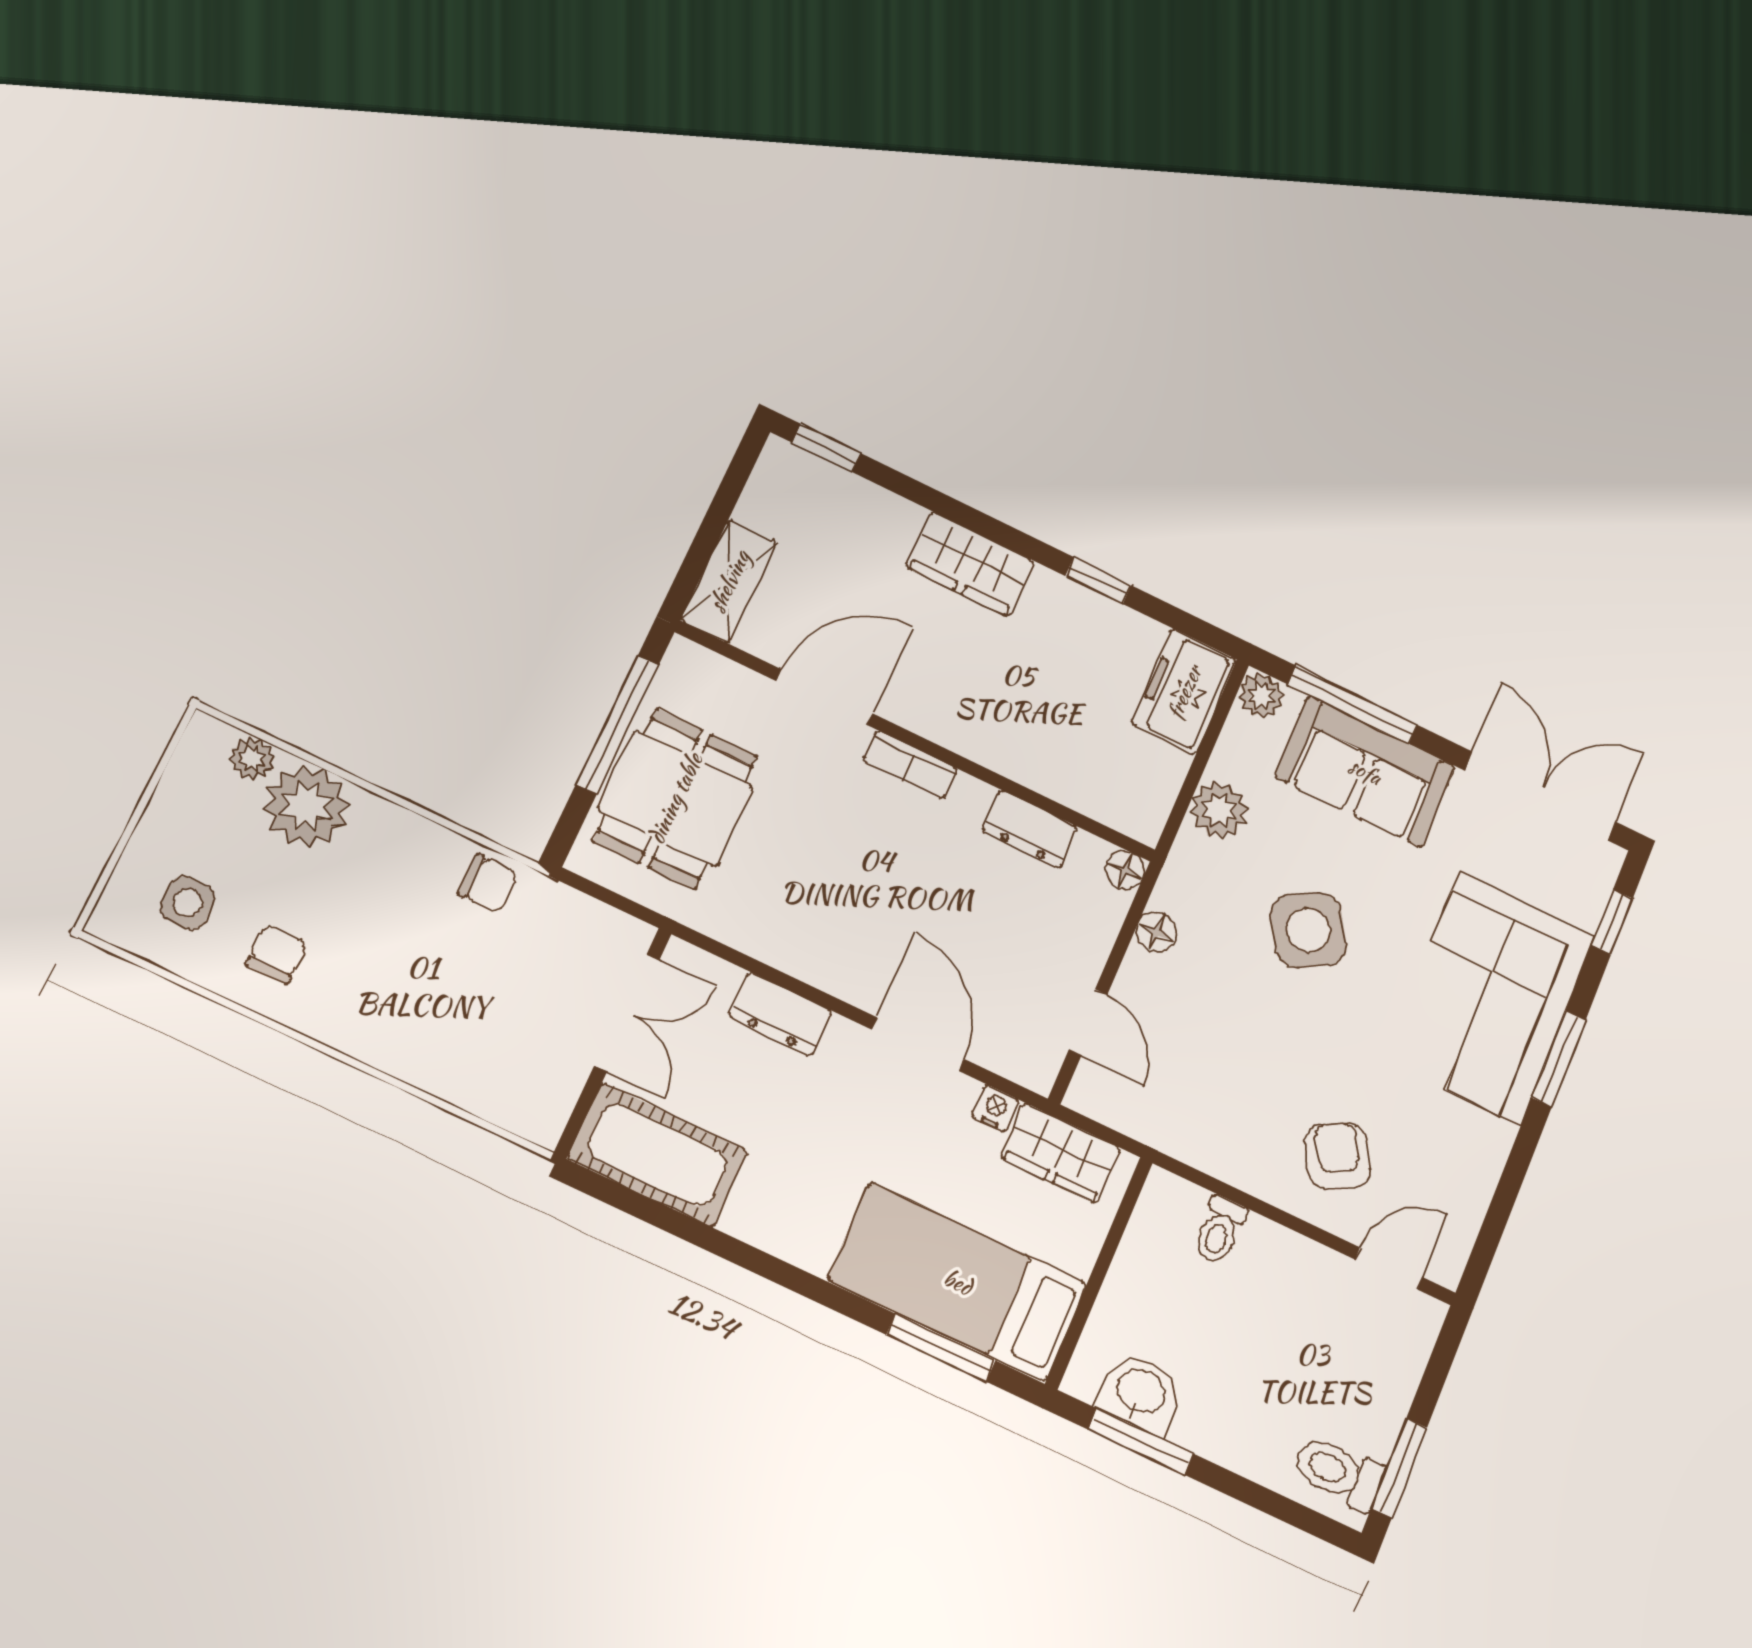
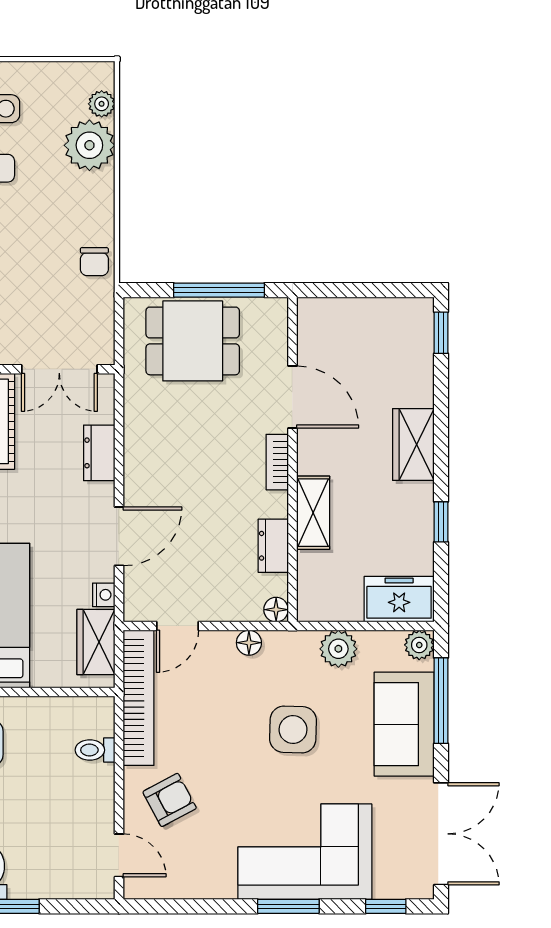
shelving: (729, 581) -> (313, 513), moved, turned 90
side table: (1308, 930) -> (293, 730), turned 33
bookcase: (1170, 1130) -> (139, 698), added

